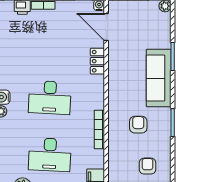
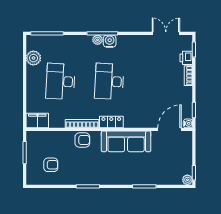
locker: (97, 61) -> (111, 122), moved
sofa: (159, 78) -> (126, 141), moved, turned 180
armchair: (138, 125) -> (82, 140), moved

